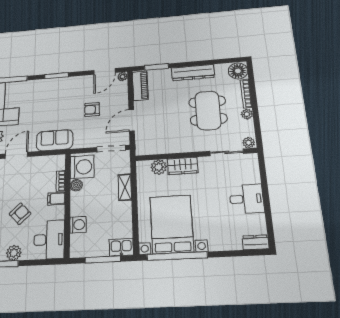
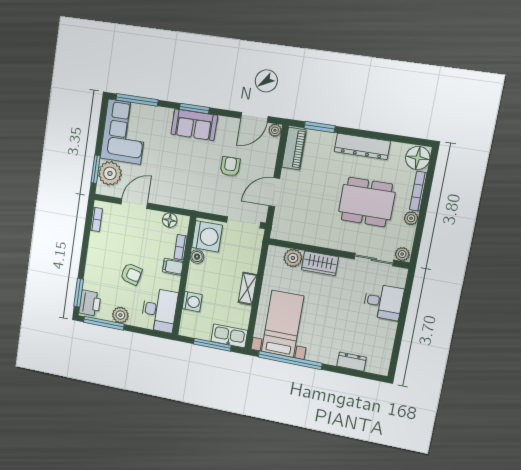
armchair: (92, 110) -> (230, 166), turned 90
dining table: (208, 110) -> (367, 202), turned 90
sofa: (55, 140) -> (194, 125), moved, turned 180
floor lamp: (48, 161) -> (170, 220), added
shelving: (125, 187) -> (248, 289), moved
desk: (247, 199) -> (383, 302), moved
armchair: (20, 214) -> (131, 274), turned 57
bed with nightstands: (172, 224) -> (283, 324), width x0.73
dresser: (256, 242) -> (352, 362), moved
kitchen sink: (121, 247) -> (229, 336), width x1.38

